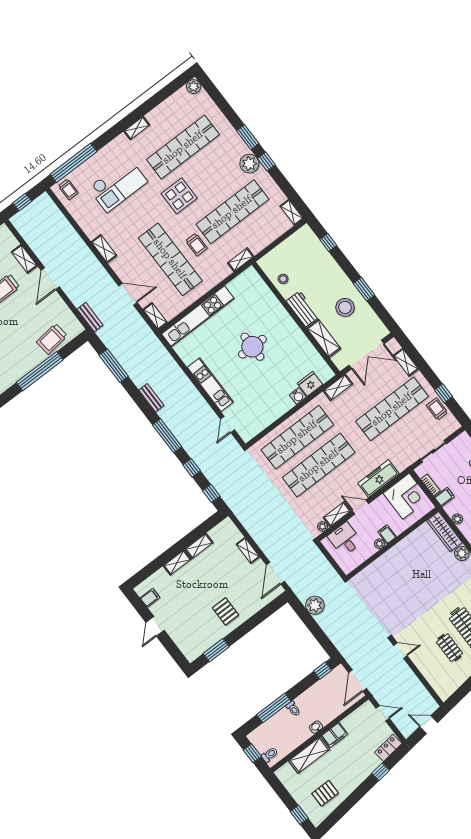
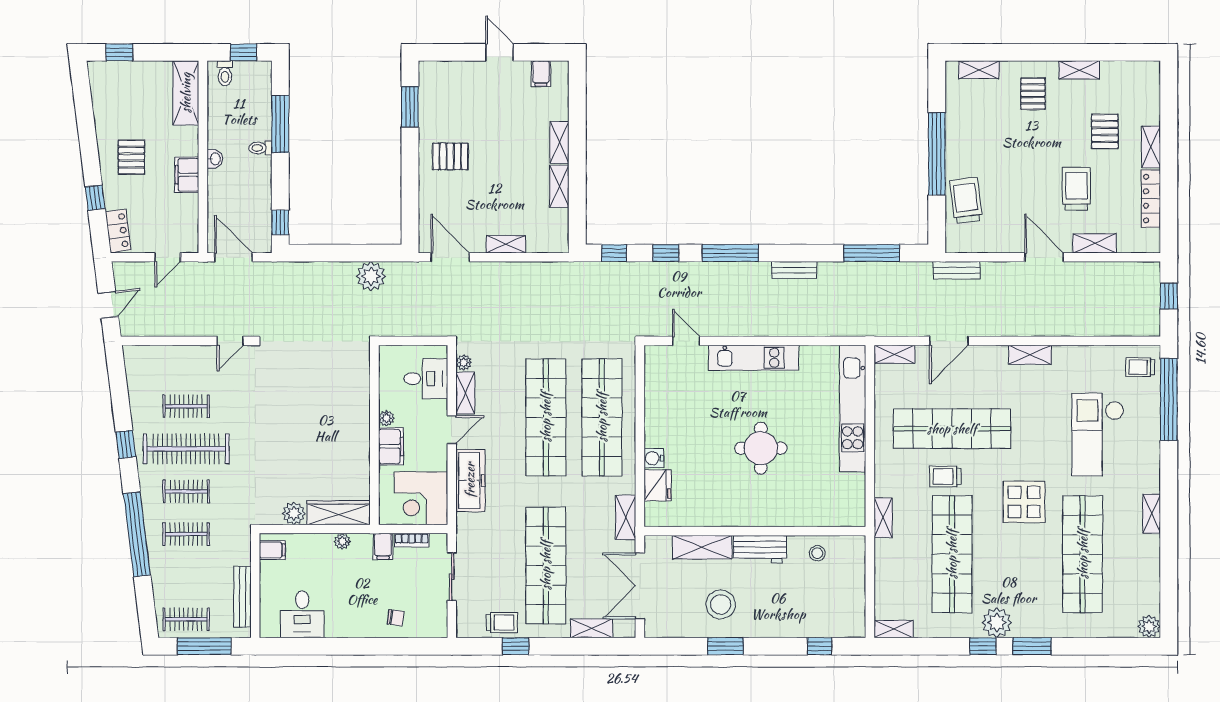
filing cabinet: (387, 534) -> (391, 446), width x2.00
shelving: (309, 755) -> (186, 93), moved
pallet: (325, 793) -> (131, 157), moved

